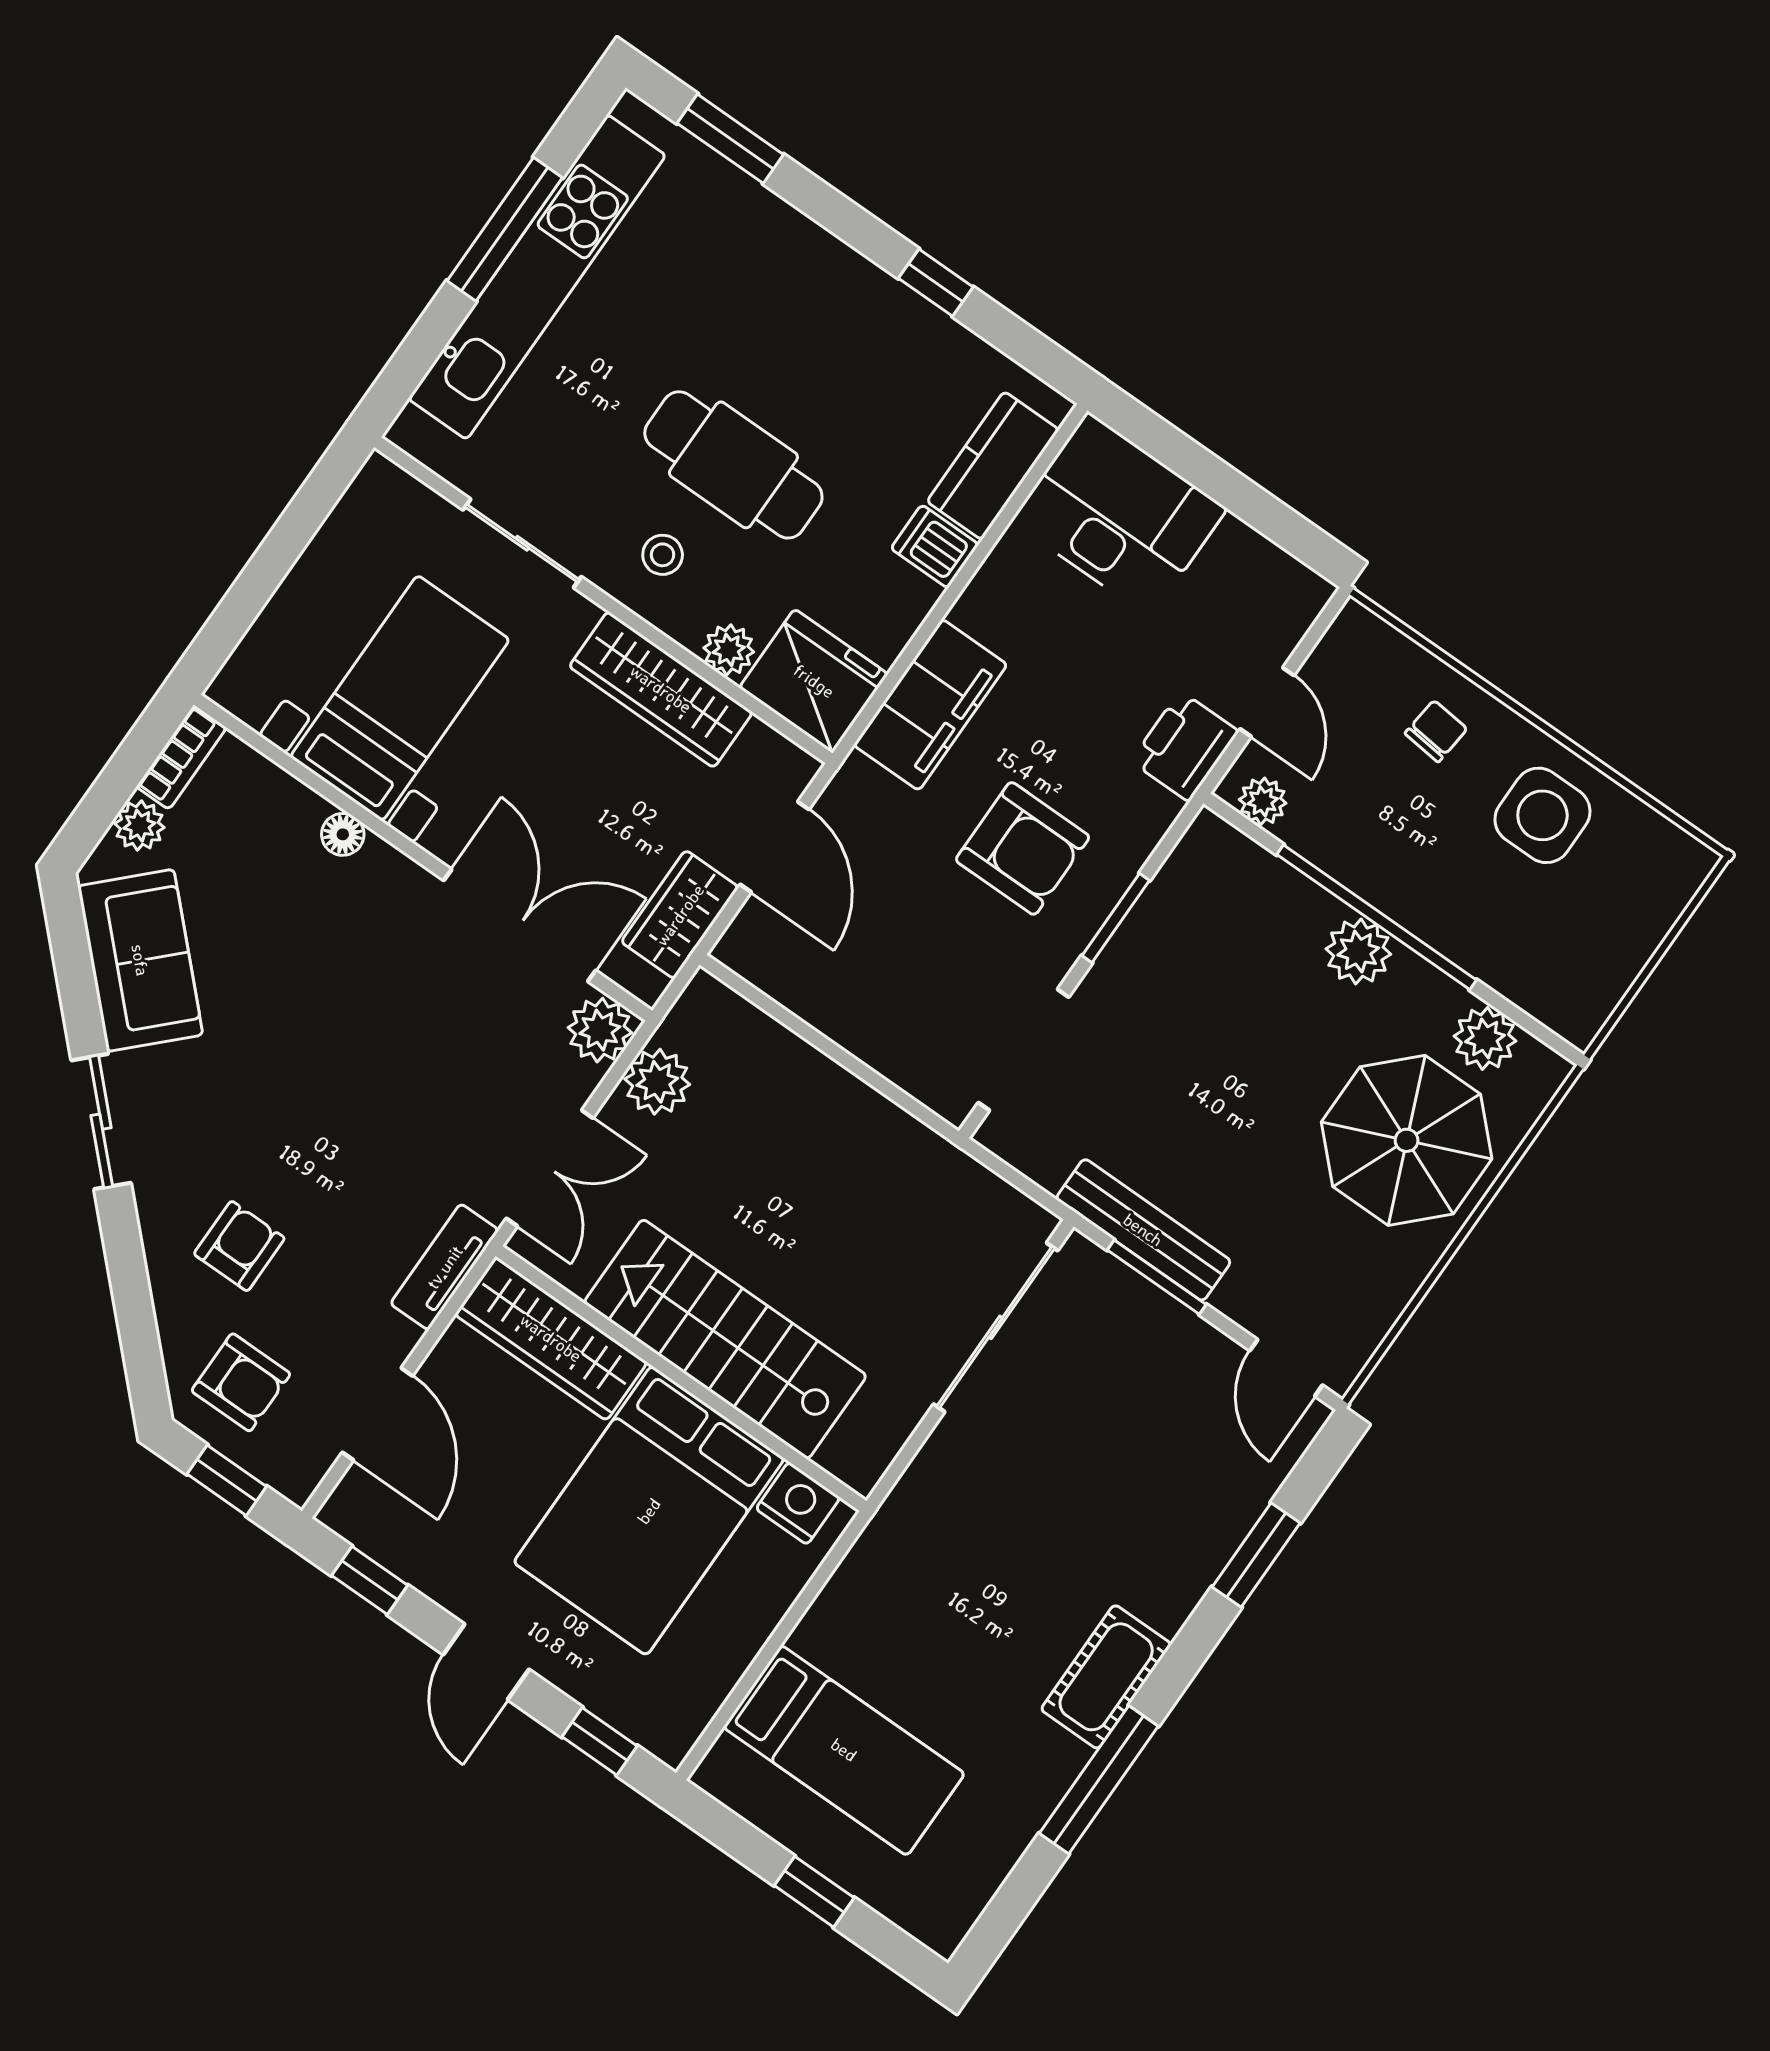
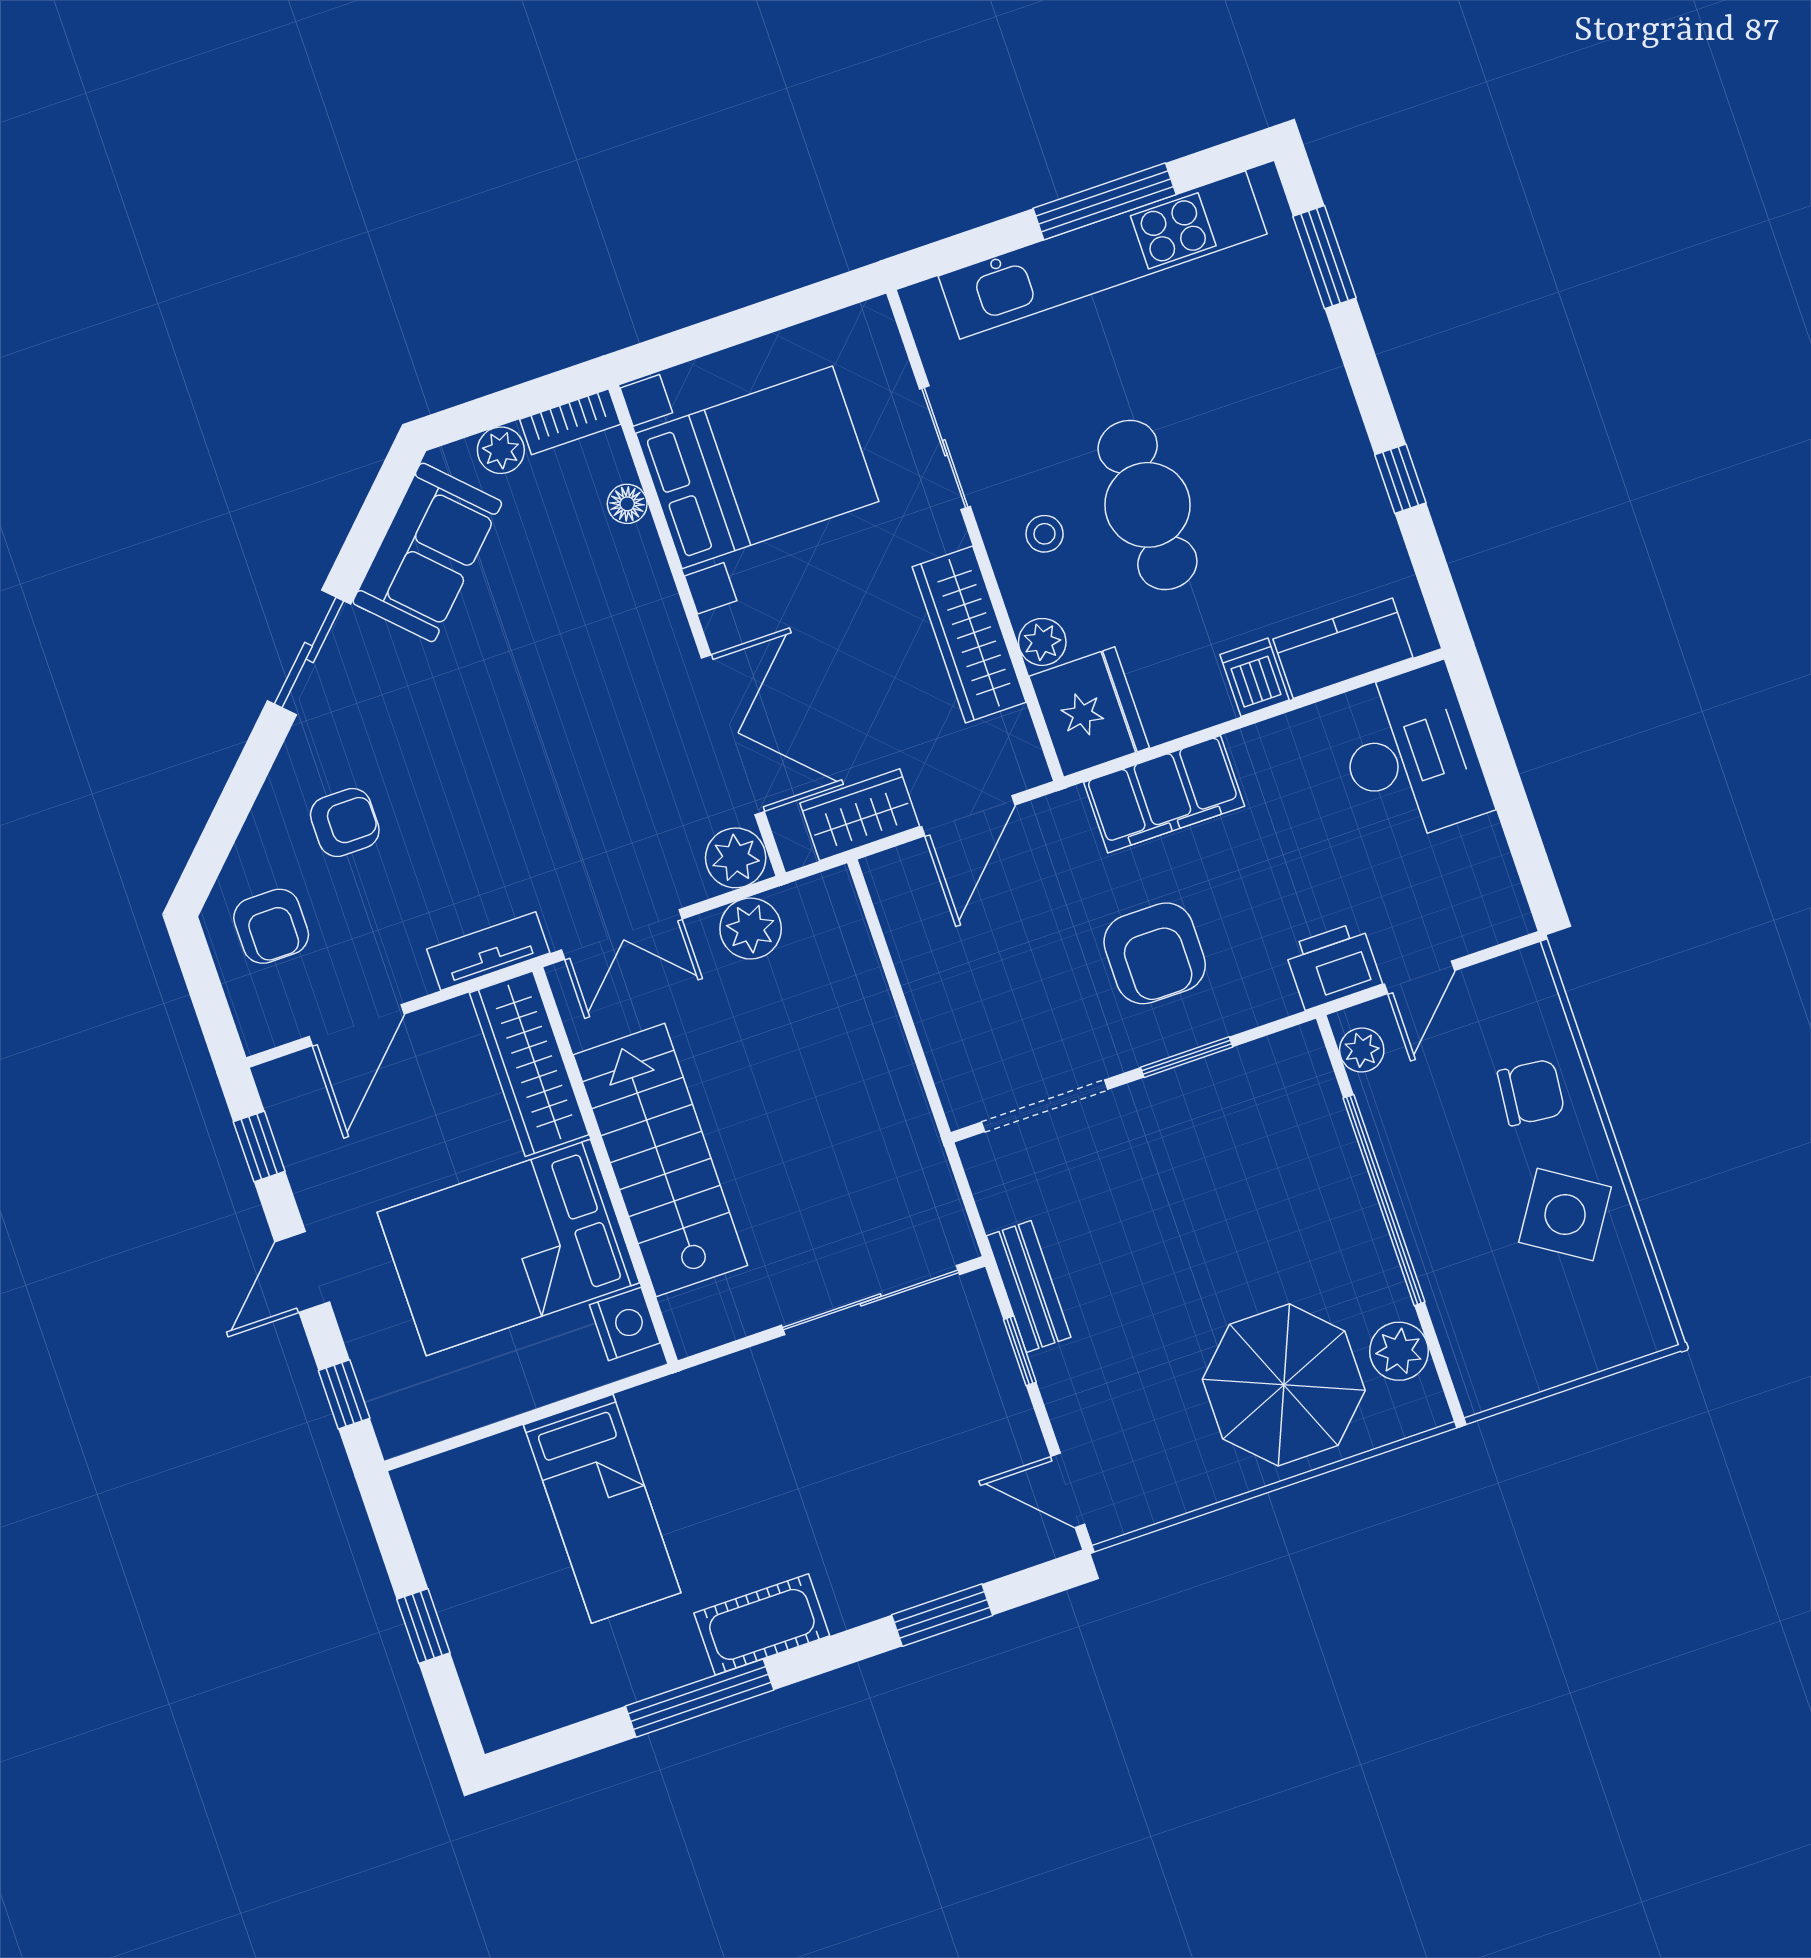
bed with nightstands: (400, 698) -> (757, 467), width x1.36
chair: (1436, 731) -> (1531, 1092), width x1.37, depth x1.37
side table: (1542, 815) -> (1565, 1215), turned 33
floor lamp: (343, 834) -> (627, 504), moved
plant: (1358, 952) -> (1351, 1216), removed
bench: (1143, 1230) -> (1029, 1286), width x0.73
window: (1157, 1277) -> (1020, 1351), width x0.67
door: (1286, 1368) -> (1068, 1490), hinge flipped
window: (227, 1480) -> (206, 992), removed
bed: (844, 1750) -> (602, 1509), moved

